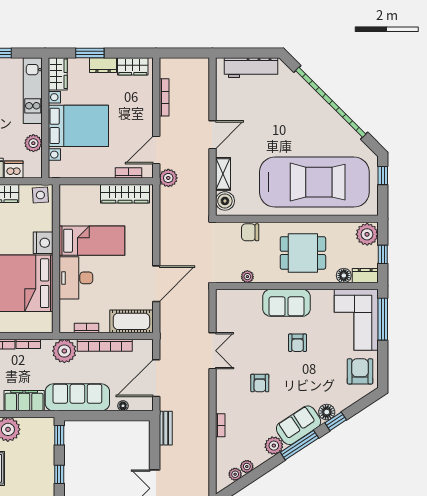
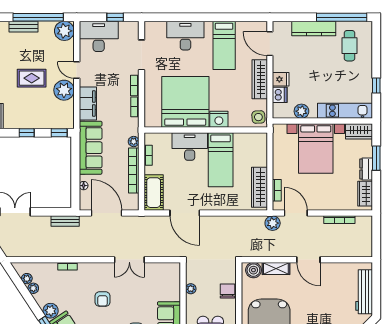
plant: (64, 351) -> (134, 141), width x0.53, depth x0.53
armchair: (260, 383) -> (103, 299), turned -90

